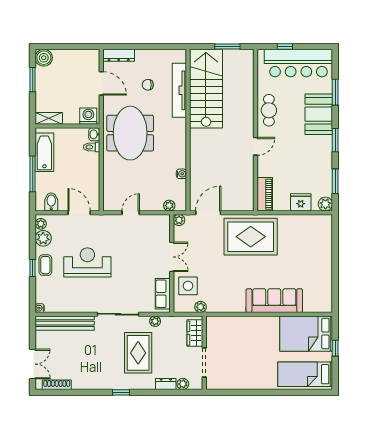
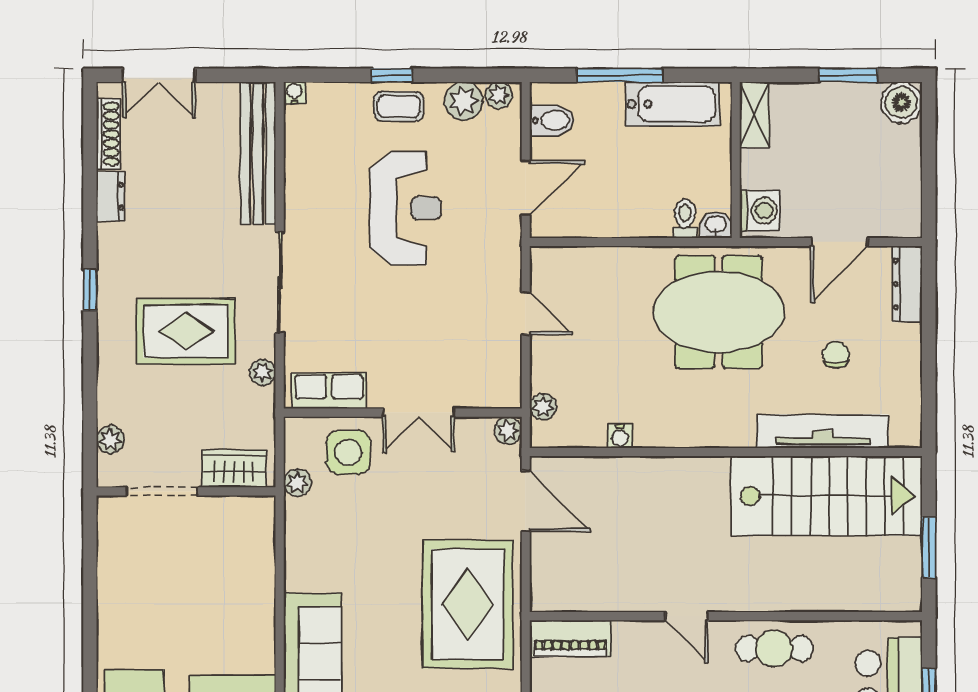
dresser: (166, 384) -> (110, 196), moved

